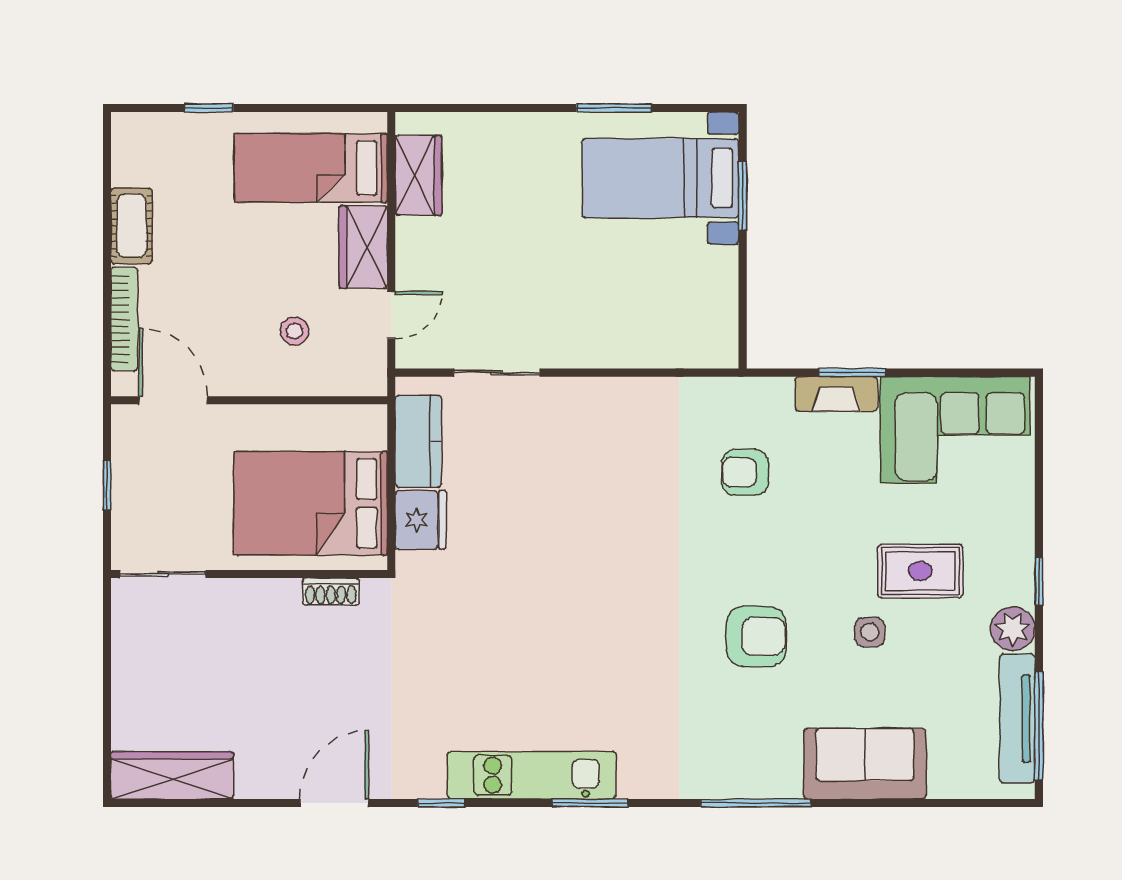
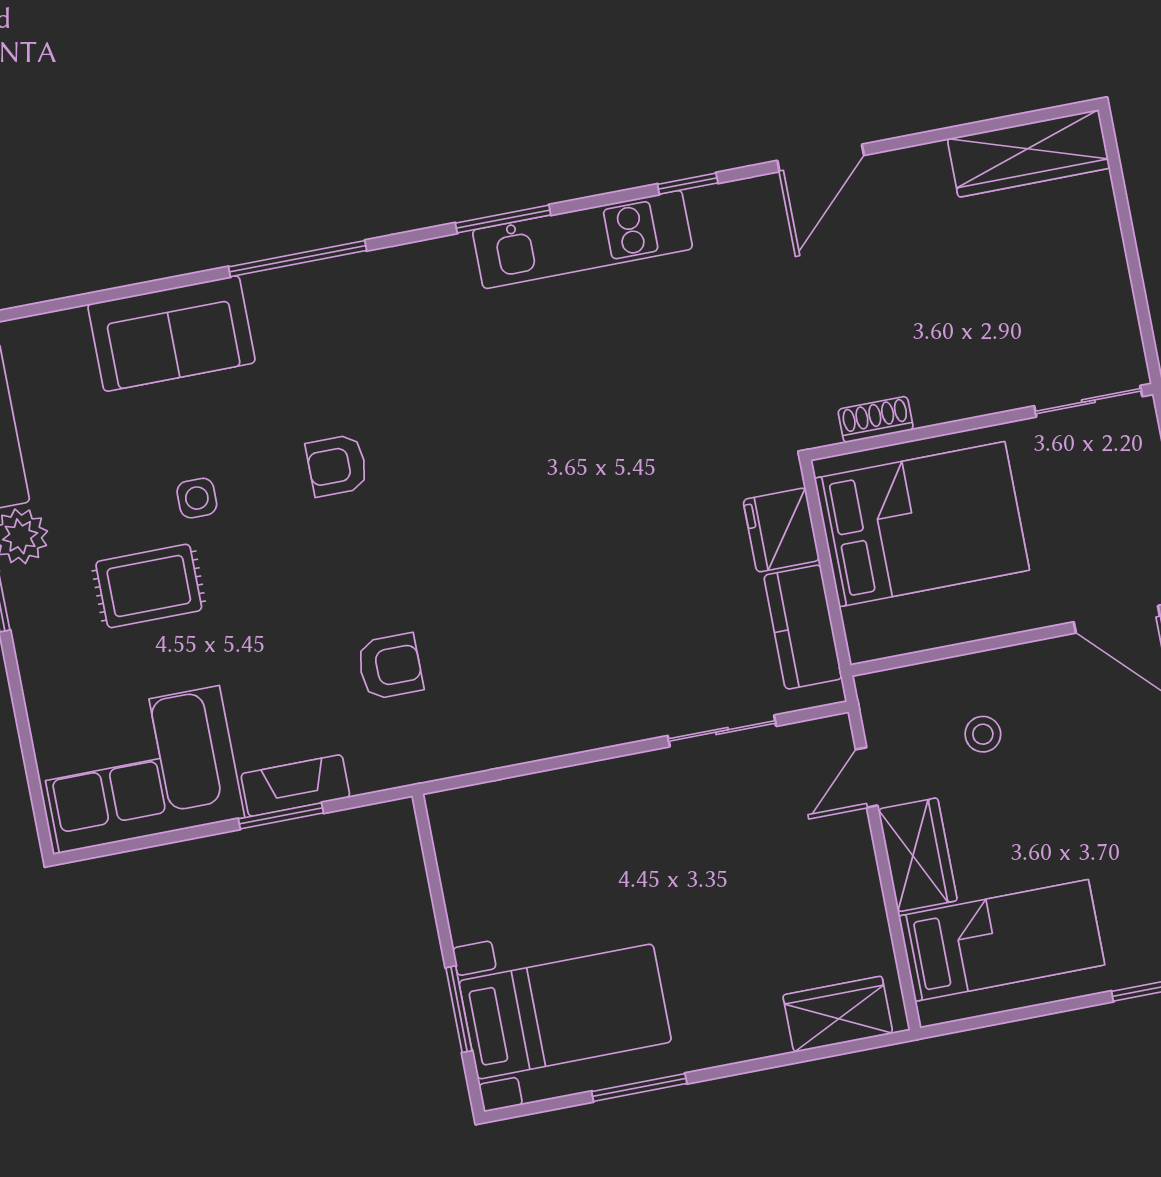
wardrobe: (418, 175) -> (838, 1014), moved, turned 90
armchair: (756, 636) -> (337, 465), width x0.72, depth x0.72

